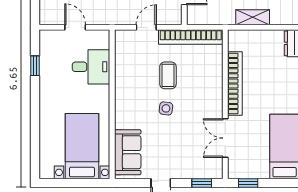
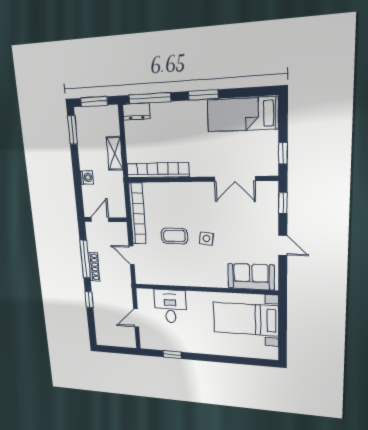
bookcase: (235, 83) -> (158, 170), moved

